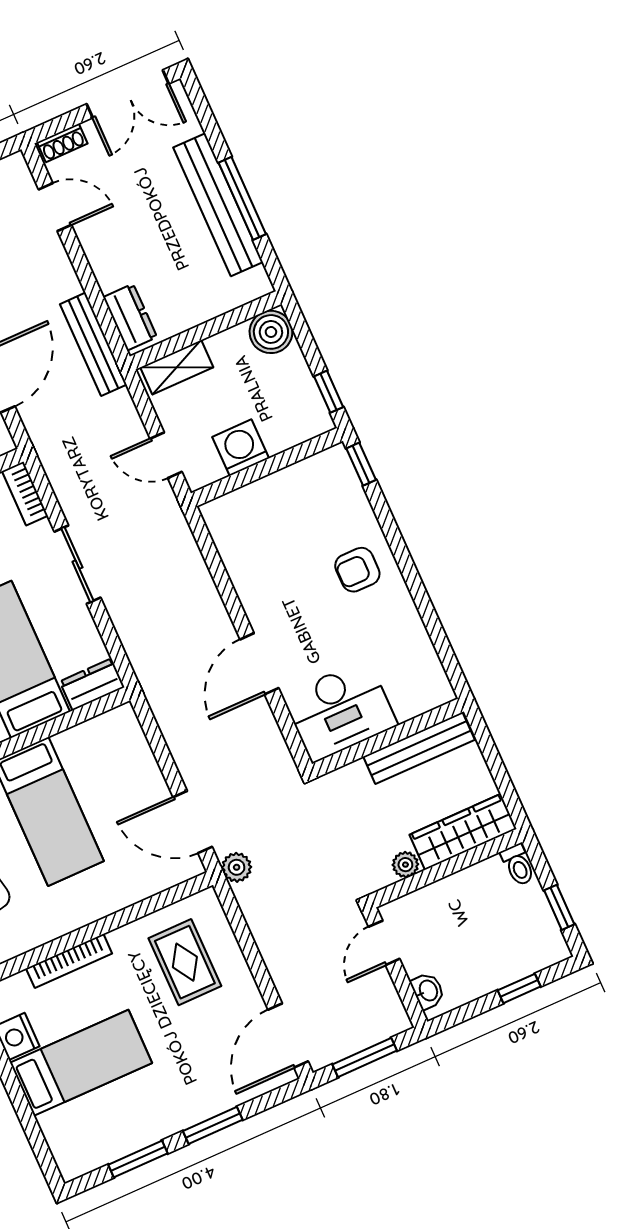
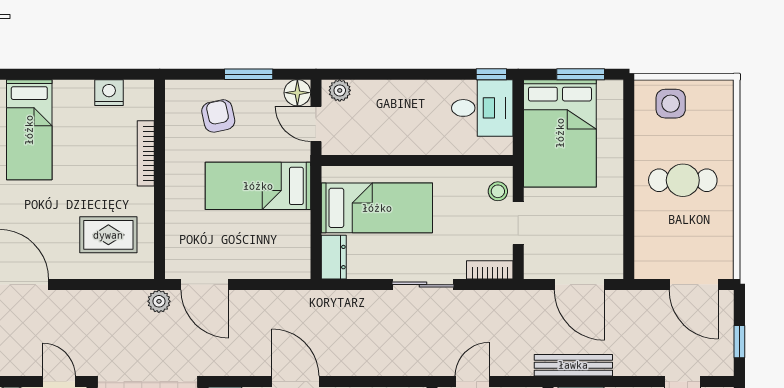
door: (193, 822) -> (205, 285), swing flipped
bed: (81, 1063) -> (29, 130), moved

